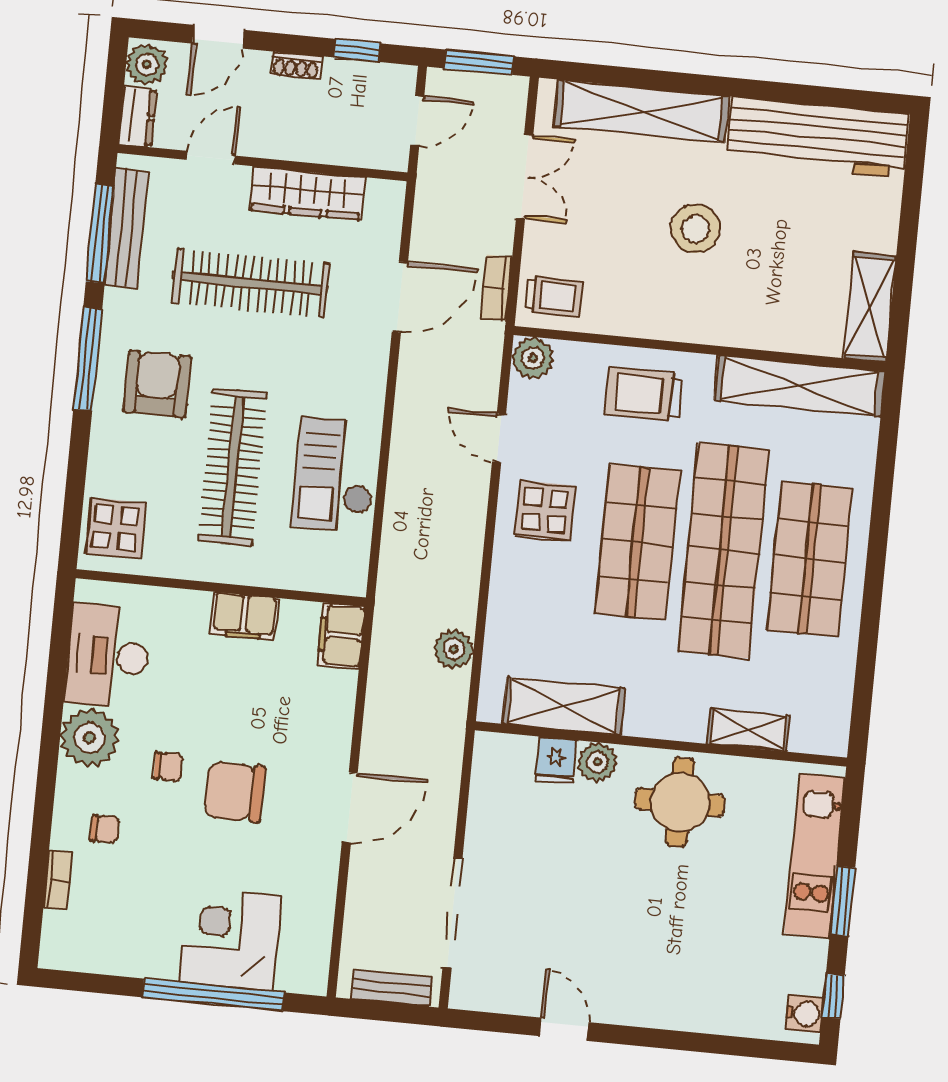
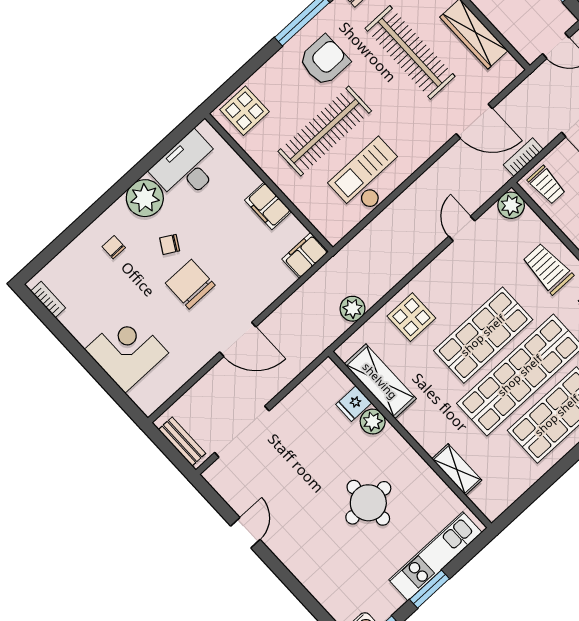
display table: (545, 511) -> (411, 317), moved
chair: (168, 766) -> (170, 244), turned 120
round table: (680, 802) -> (368, 503), moved
chair: (105, 829) -> (114, 247), turned 180
bookcase: (58, 880) -> (48, 299), moved, turned -90
window: (213, 995) -> (95, 370), removed

